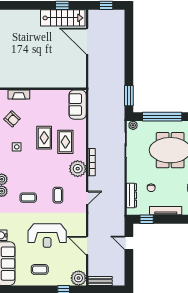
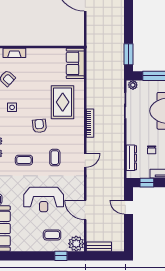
rug: (44, 138) -> (41, 98), removed
rug: (65, 142) -> (63, 102), width x1.36, depth x1.43
armchair: (43, 165) -> (39, 126), added
plant: (78, 169) -> (75, 130), removed
coffee table: (40, 269) -> (52, 235), moved

